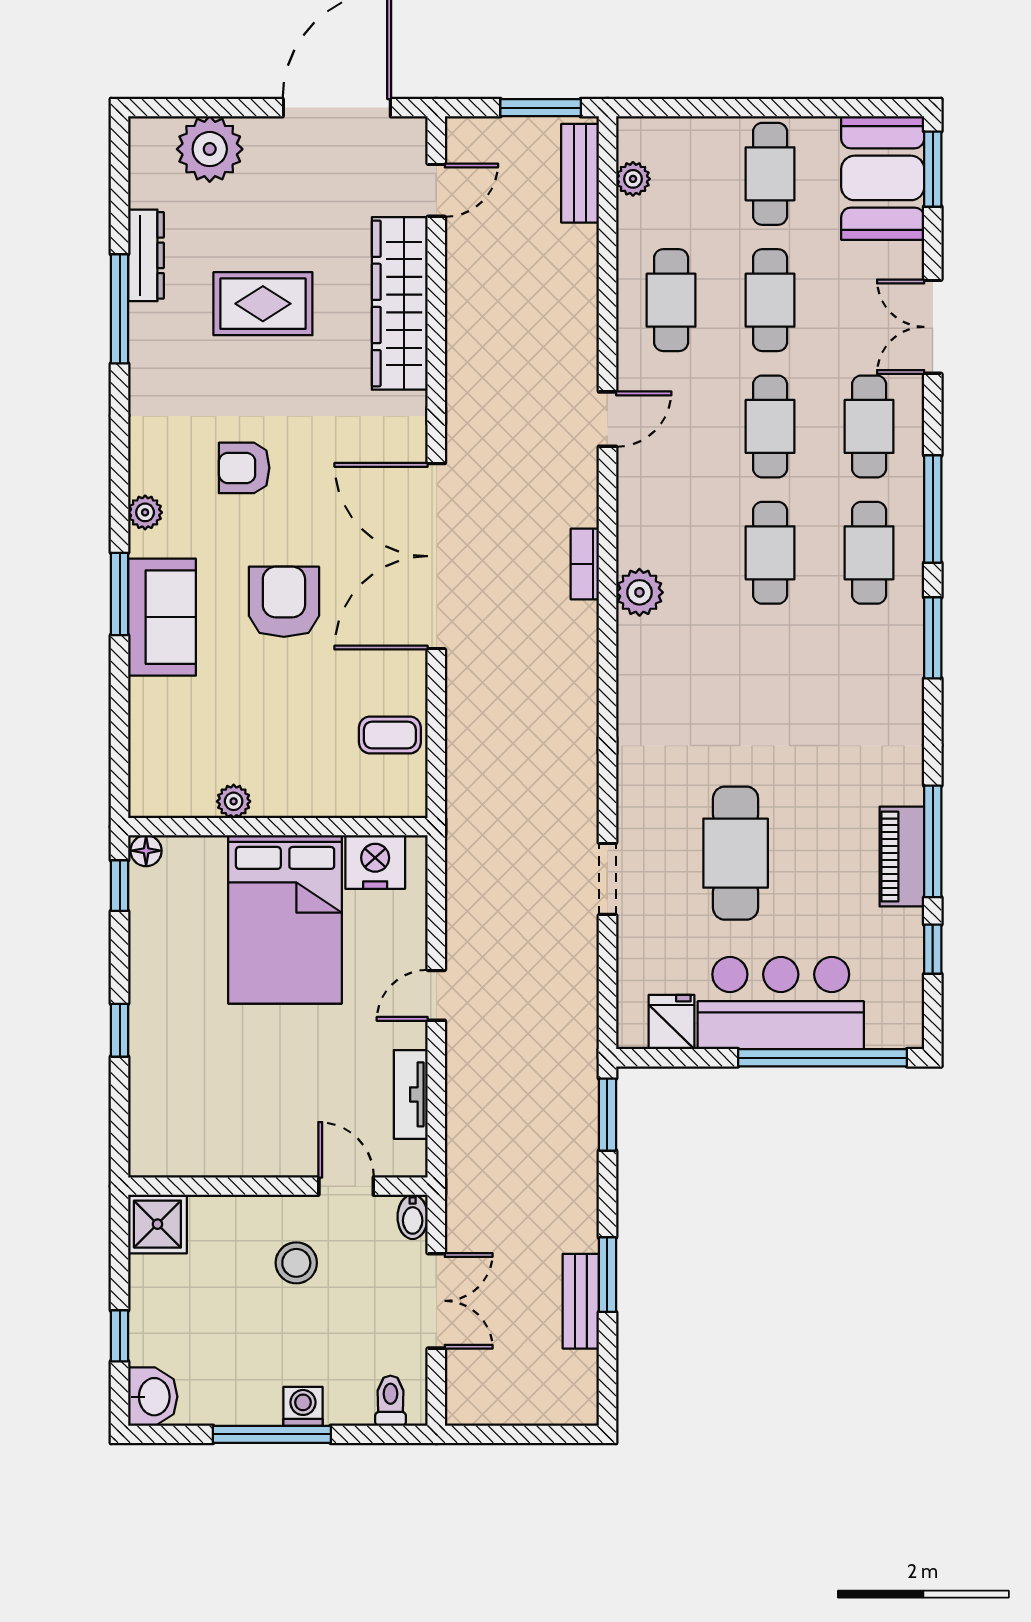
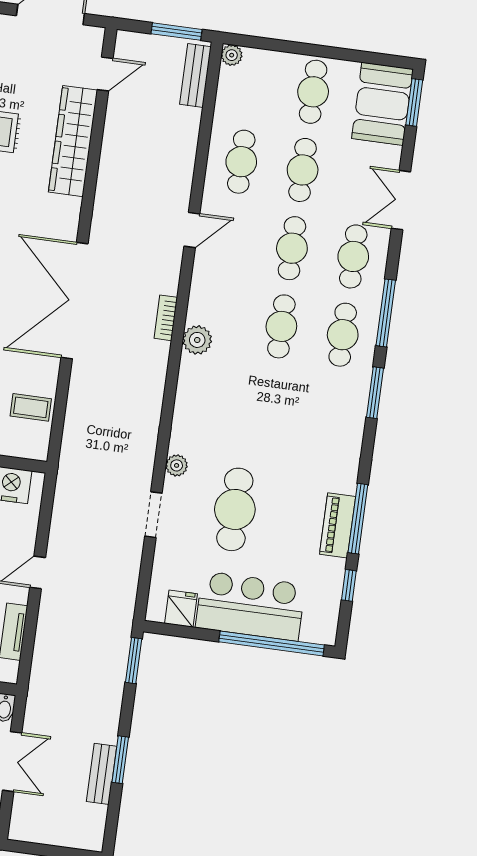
plant: (633, 179) -> (232, 55), moved
plant: (634, 796) -> (177, 465), added

